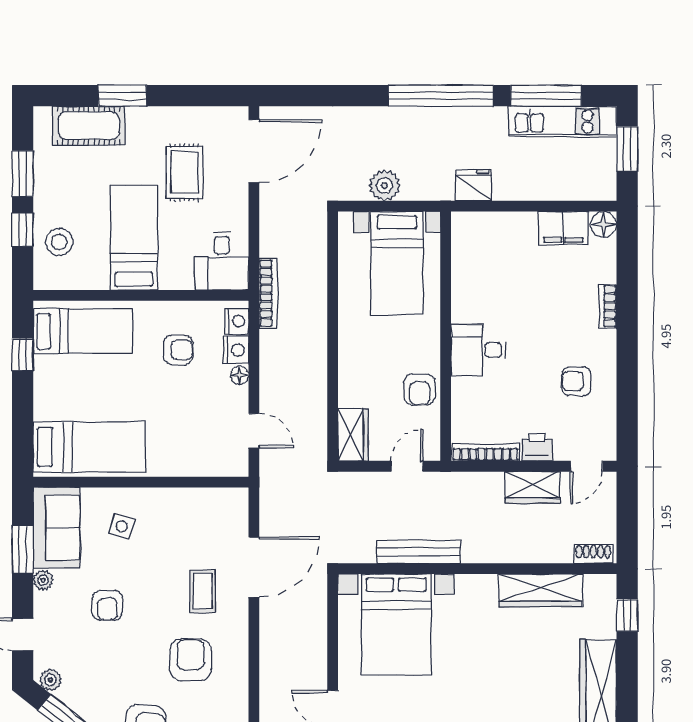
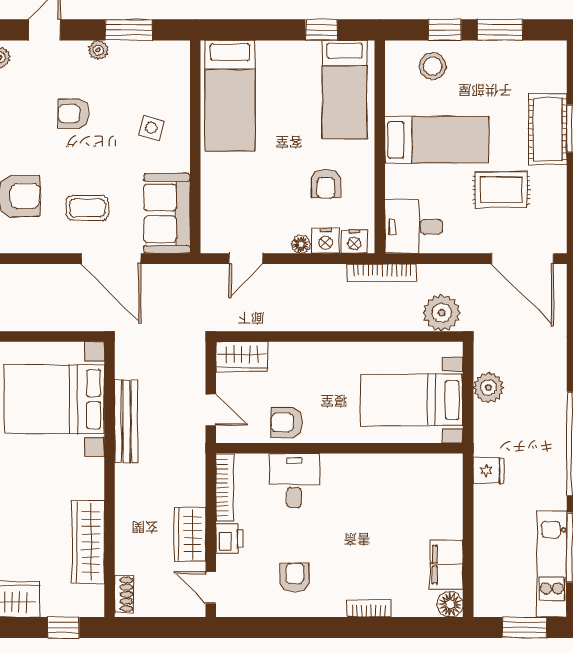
cot: (89, 126) -> (548, 129), moved
fridge: (473, 185) -> (489, 471), width x0.72
plant: (309, 233) -> (442, 313), added
desk: (478, 350) -> (294, 481), moved
sofa: (57, 528) -> (167, 213), moved, turned 90

